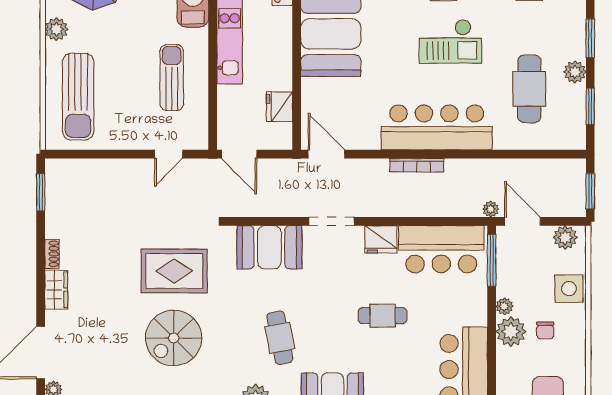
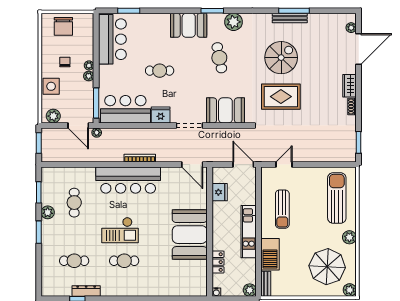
checkout: (450, 41) -> (120, 230), turned 180
cafe table: (529, 89) -> (74, 203), width x0.73, depth x0.74
plant: (511, 332) -> (89, 65), width x0.53, depth x0.53

